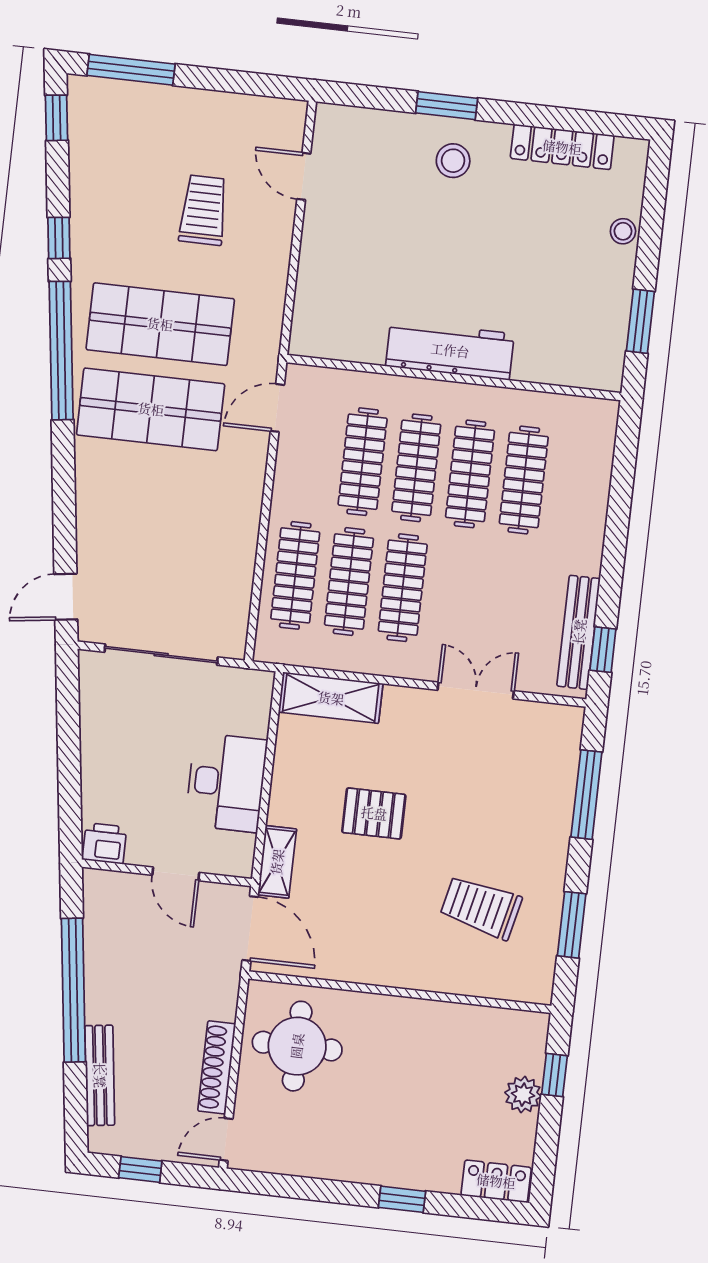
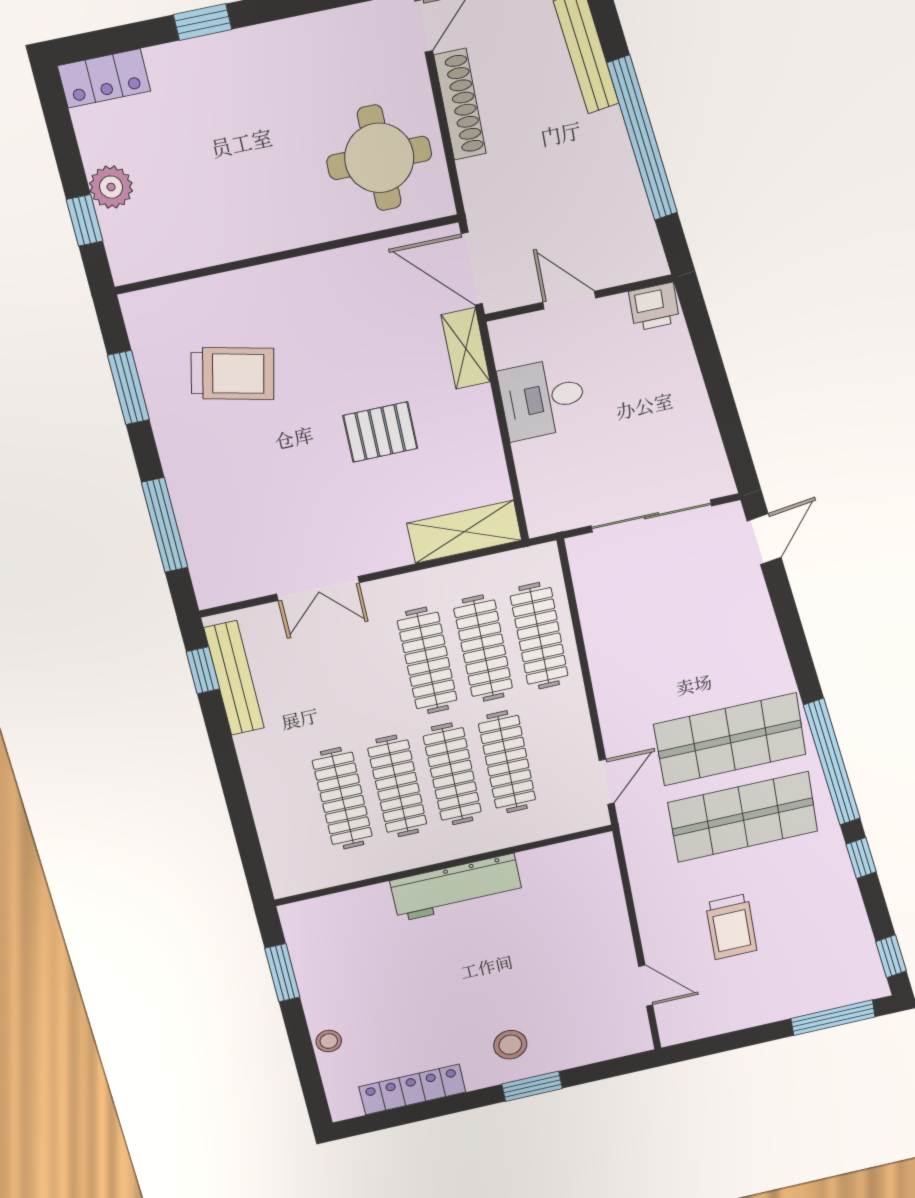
desk: (226, 782) -> (543, 399), width x0.73

